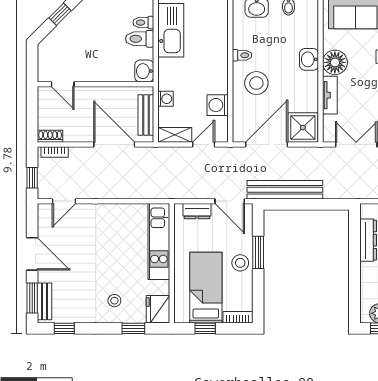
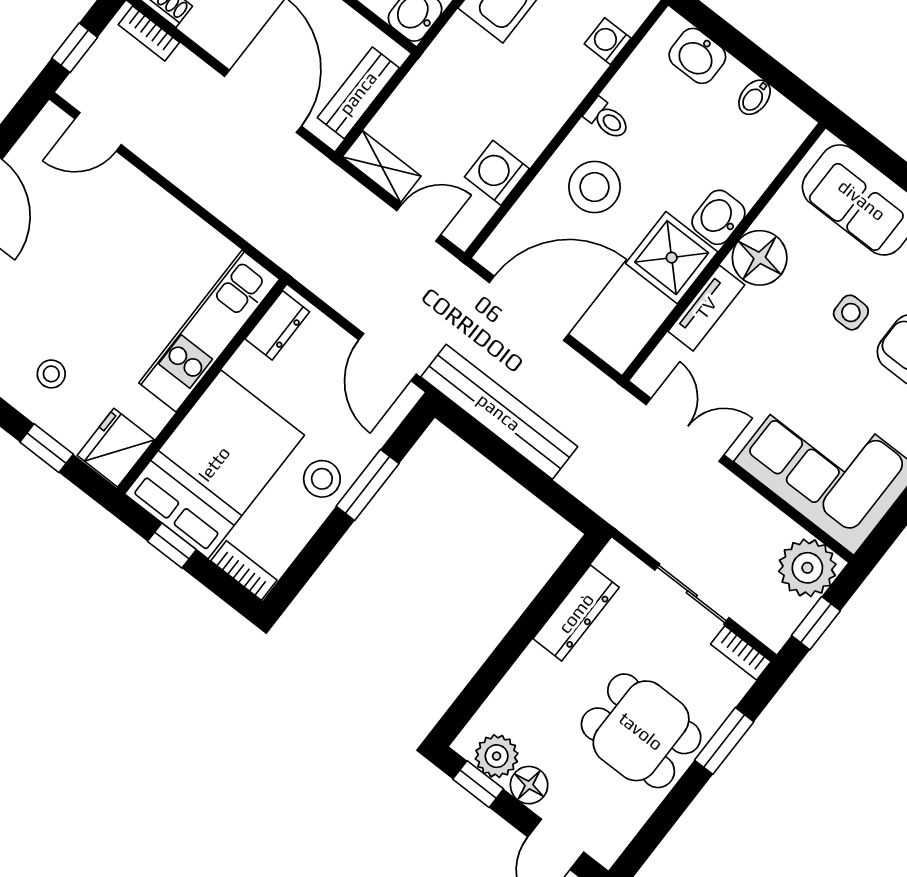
washing machine: (166, 99) -> (608, 41), moved, turned 180
shower: (303, 128) -> (672, 258), moved
dresser: (197, 211) -> (277, 325), moved, turned -90
bed: (206, 288) -> (214, 464), width x1.50

